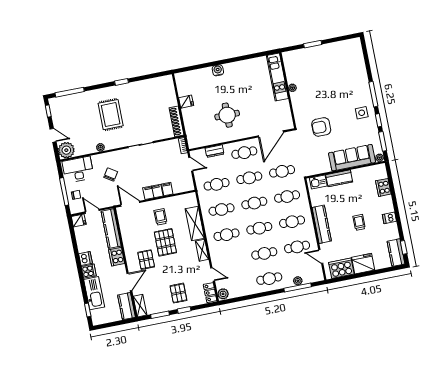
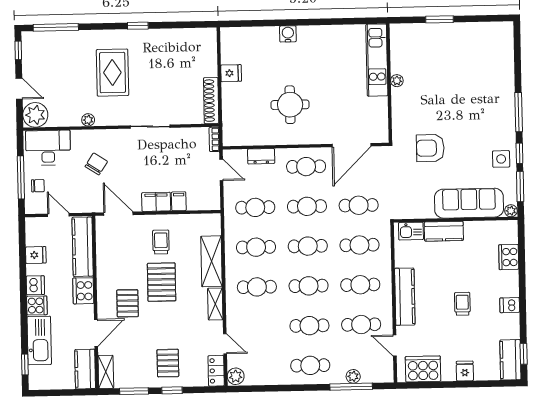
side table: (362, 113) -> (501, 159), moved
fridge: (79, 220) -> (36, 255), moved
fridge: (363, 264) -> (465, 371), width x0.53, depth x0.75

